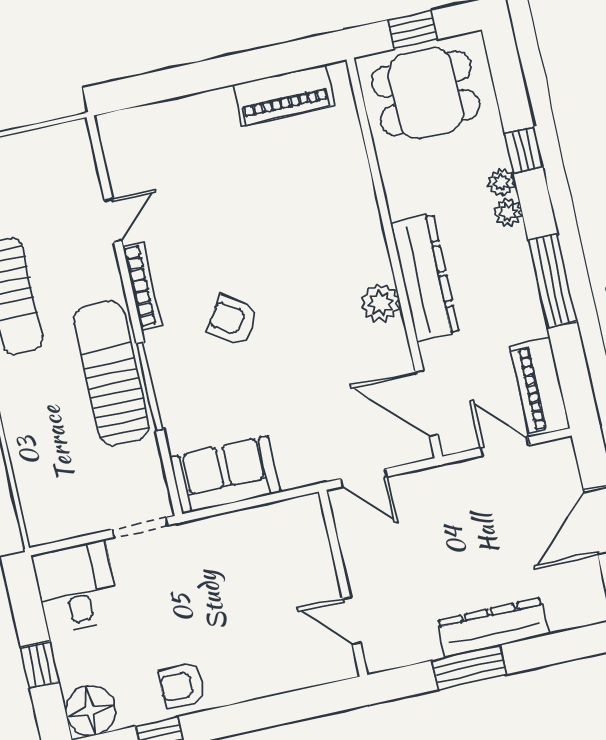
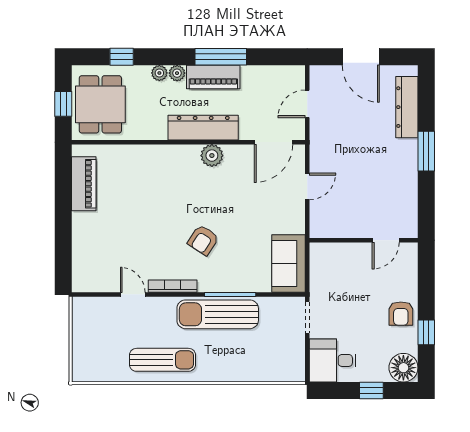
window: (524, 150) -> (122, 57), moved
piano: (540, 387) -> (213, 77), moved
wall: (343, 583) -> (364, 240), moved
door: (351, 621) -> (386, 240), moved
dresser: (493, 628) -> (407, 107), moved

